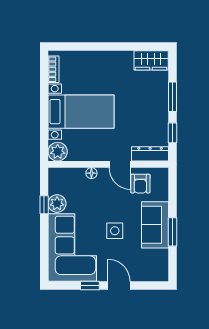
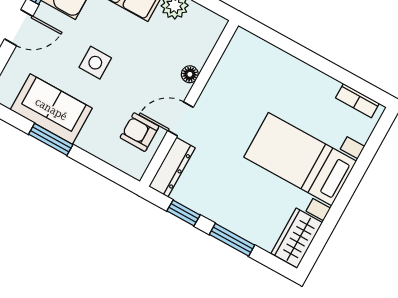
bed with nightstands: (81, 112) -> (300, 159), moved, turned 90
plant: (58, 152) -> (244, 45), removed
sofa: (155, 225) -> (51, 109), moved

